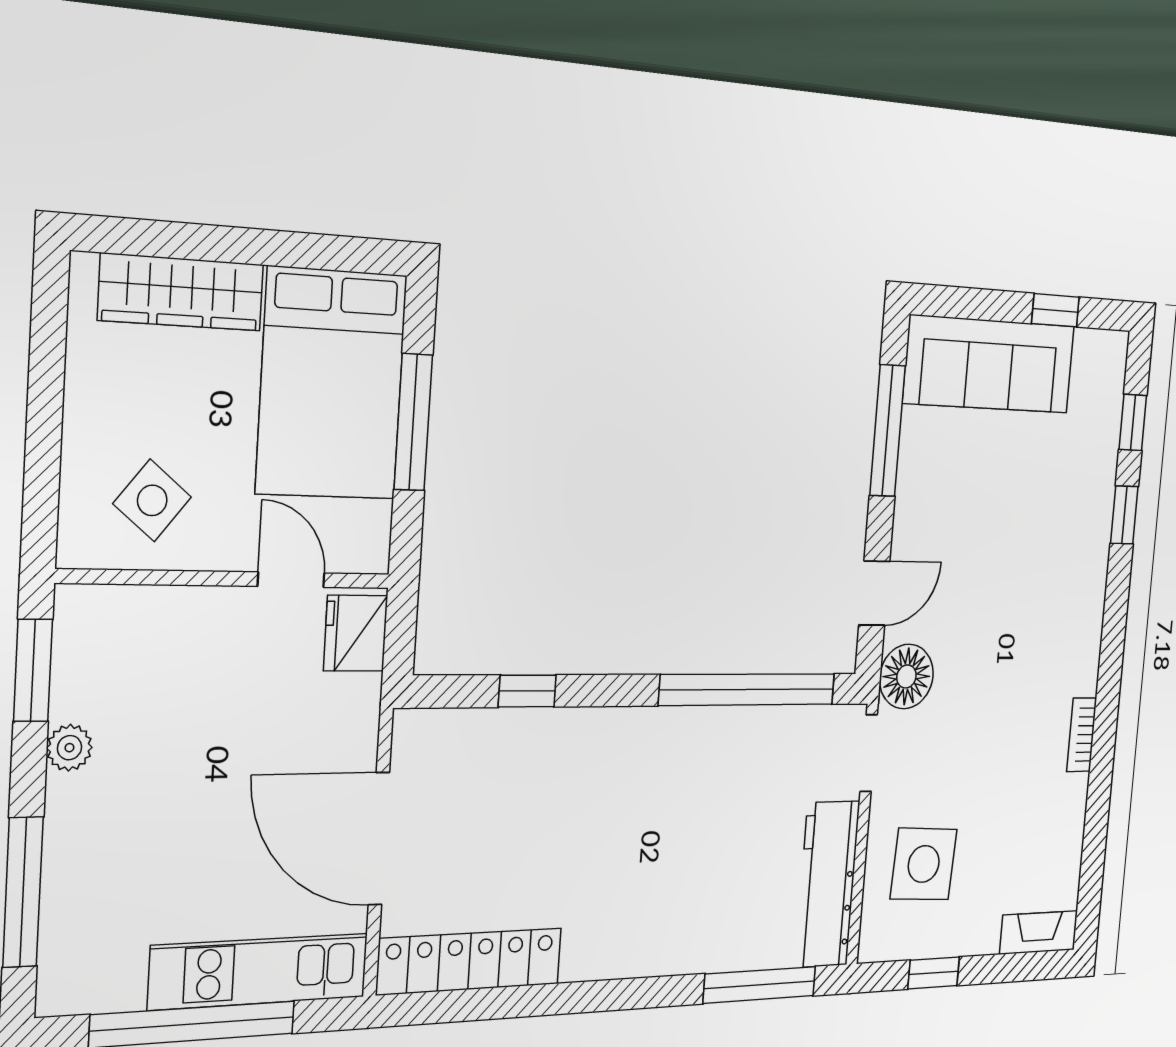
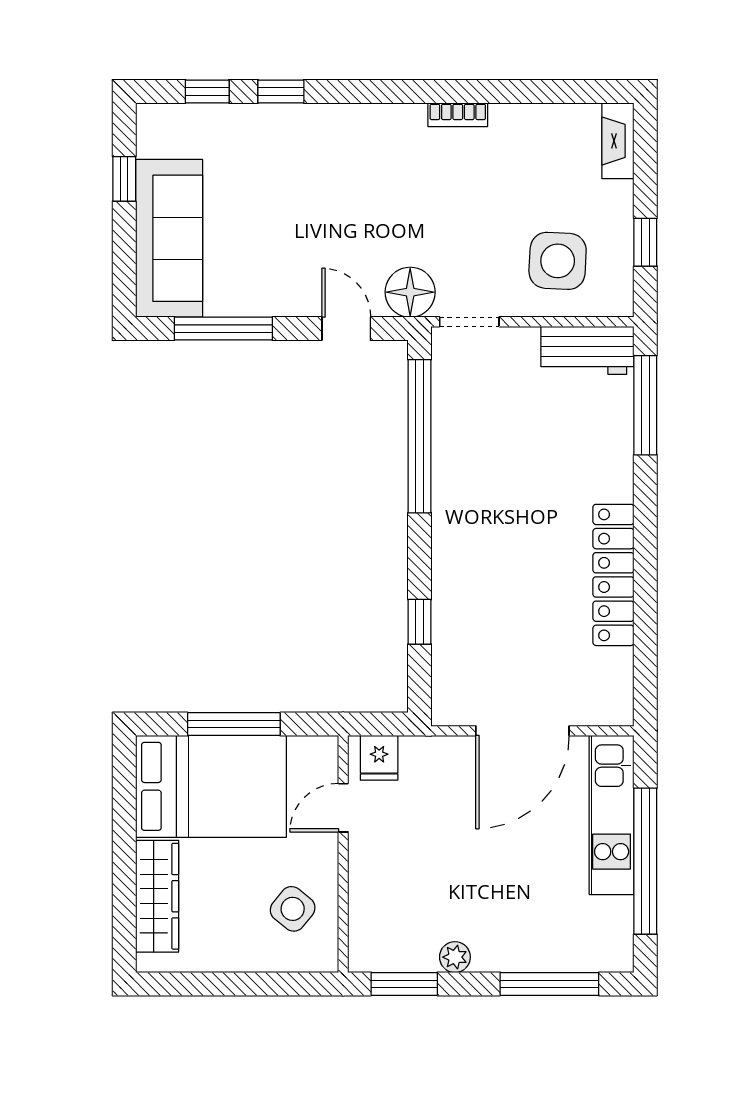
fridge: (356, 633) -> (379, 758), width x0.72
workbench: (827, 884) -> (587, 350), width x0.73
locker: (470, 961) -> (613, 575), moved

